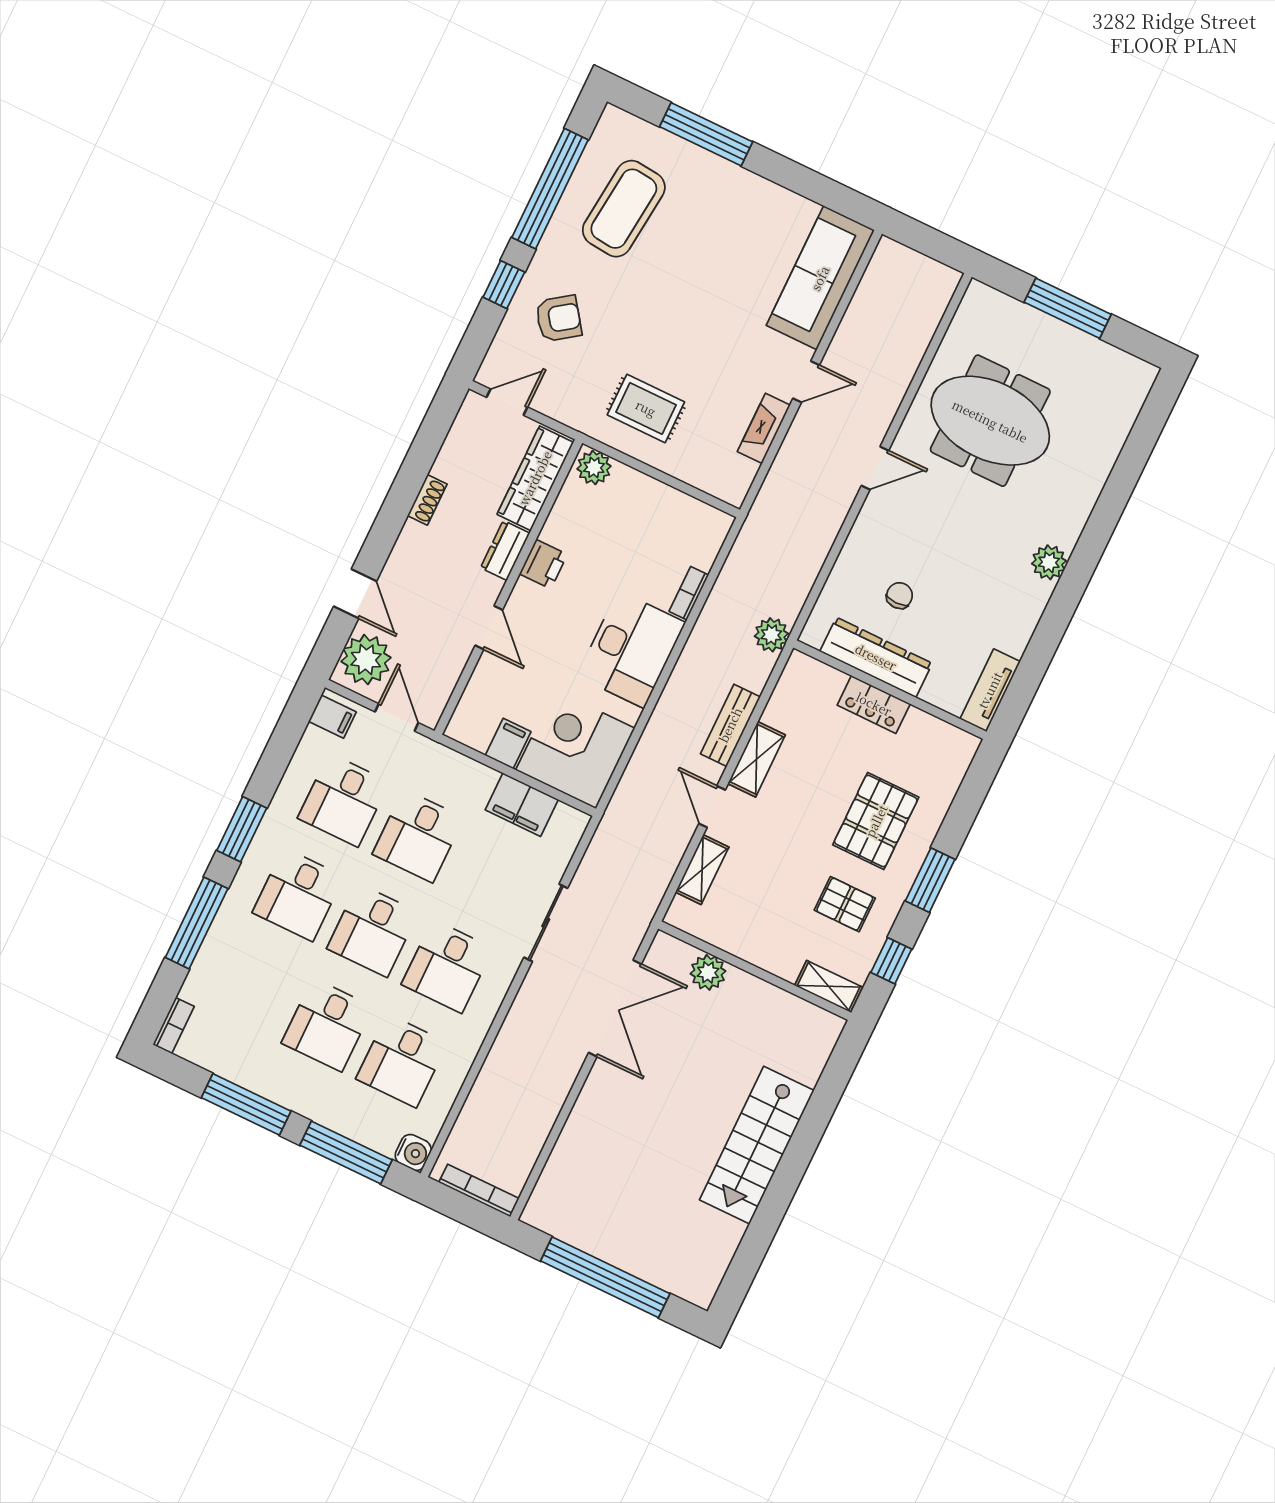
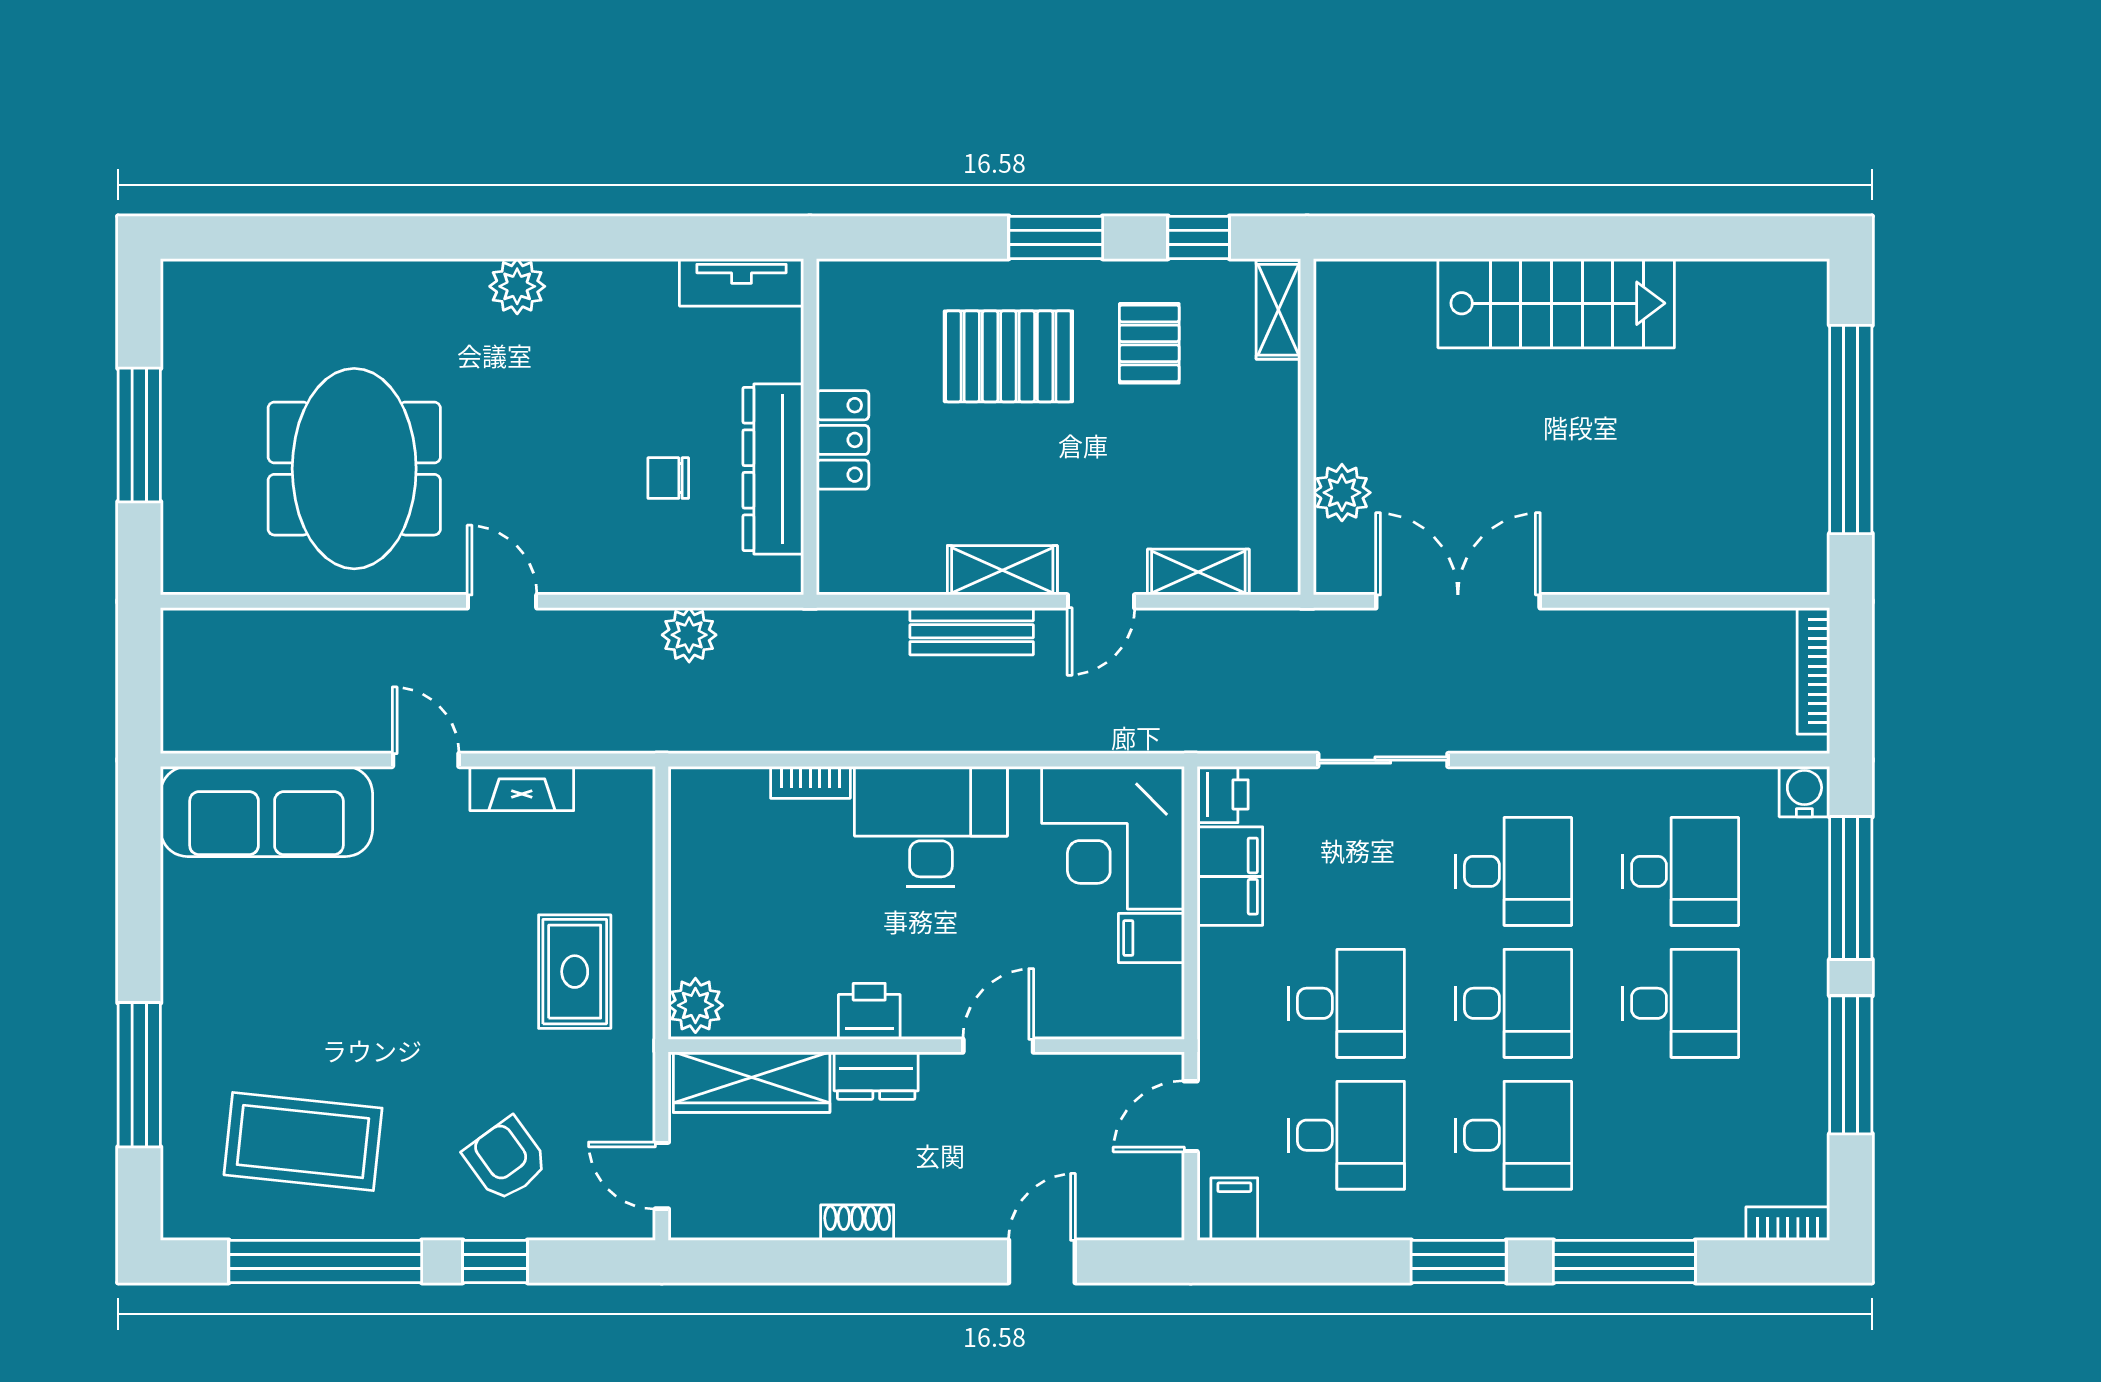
plant: (771, 635) -> (689, 635), moved
plant: (366, 660) -> (1129, 1200), removed
printer: (570, 823) -> (1223, 794), added

